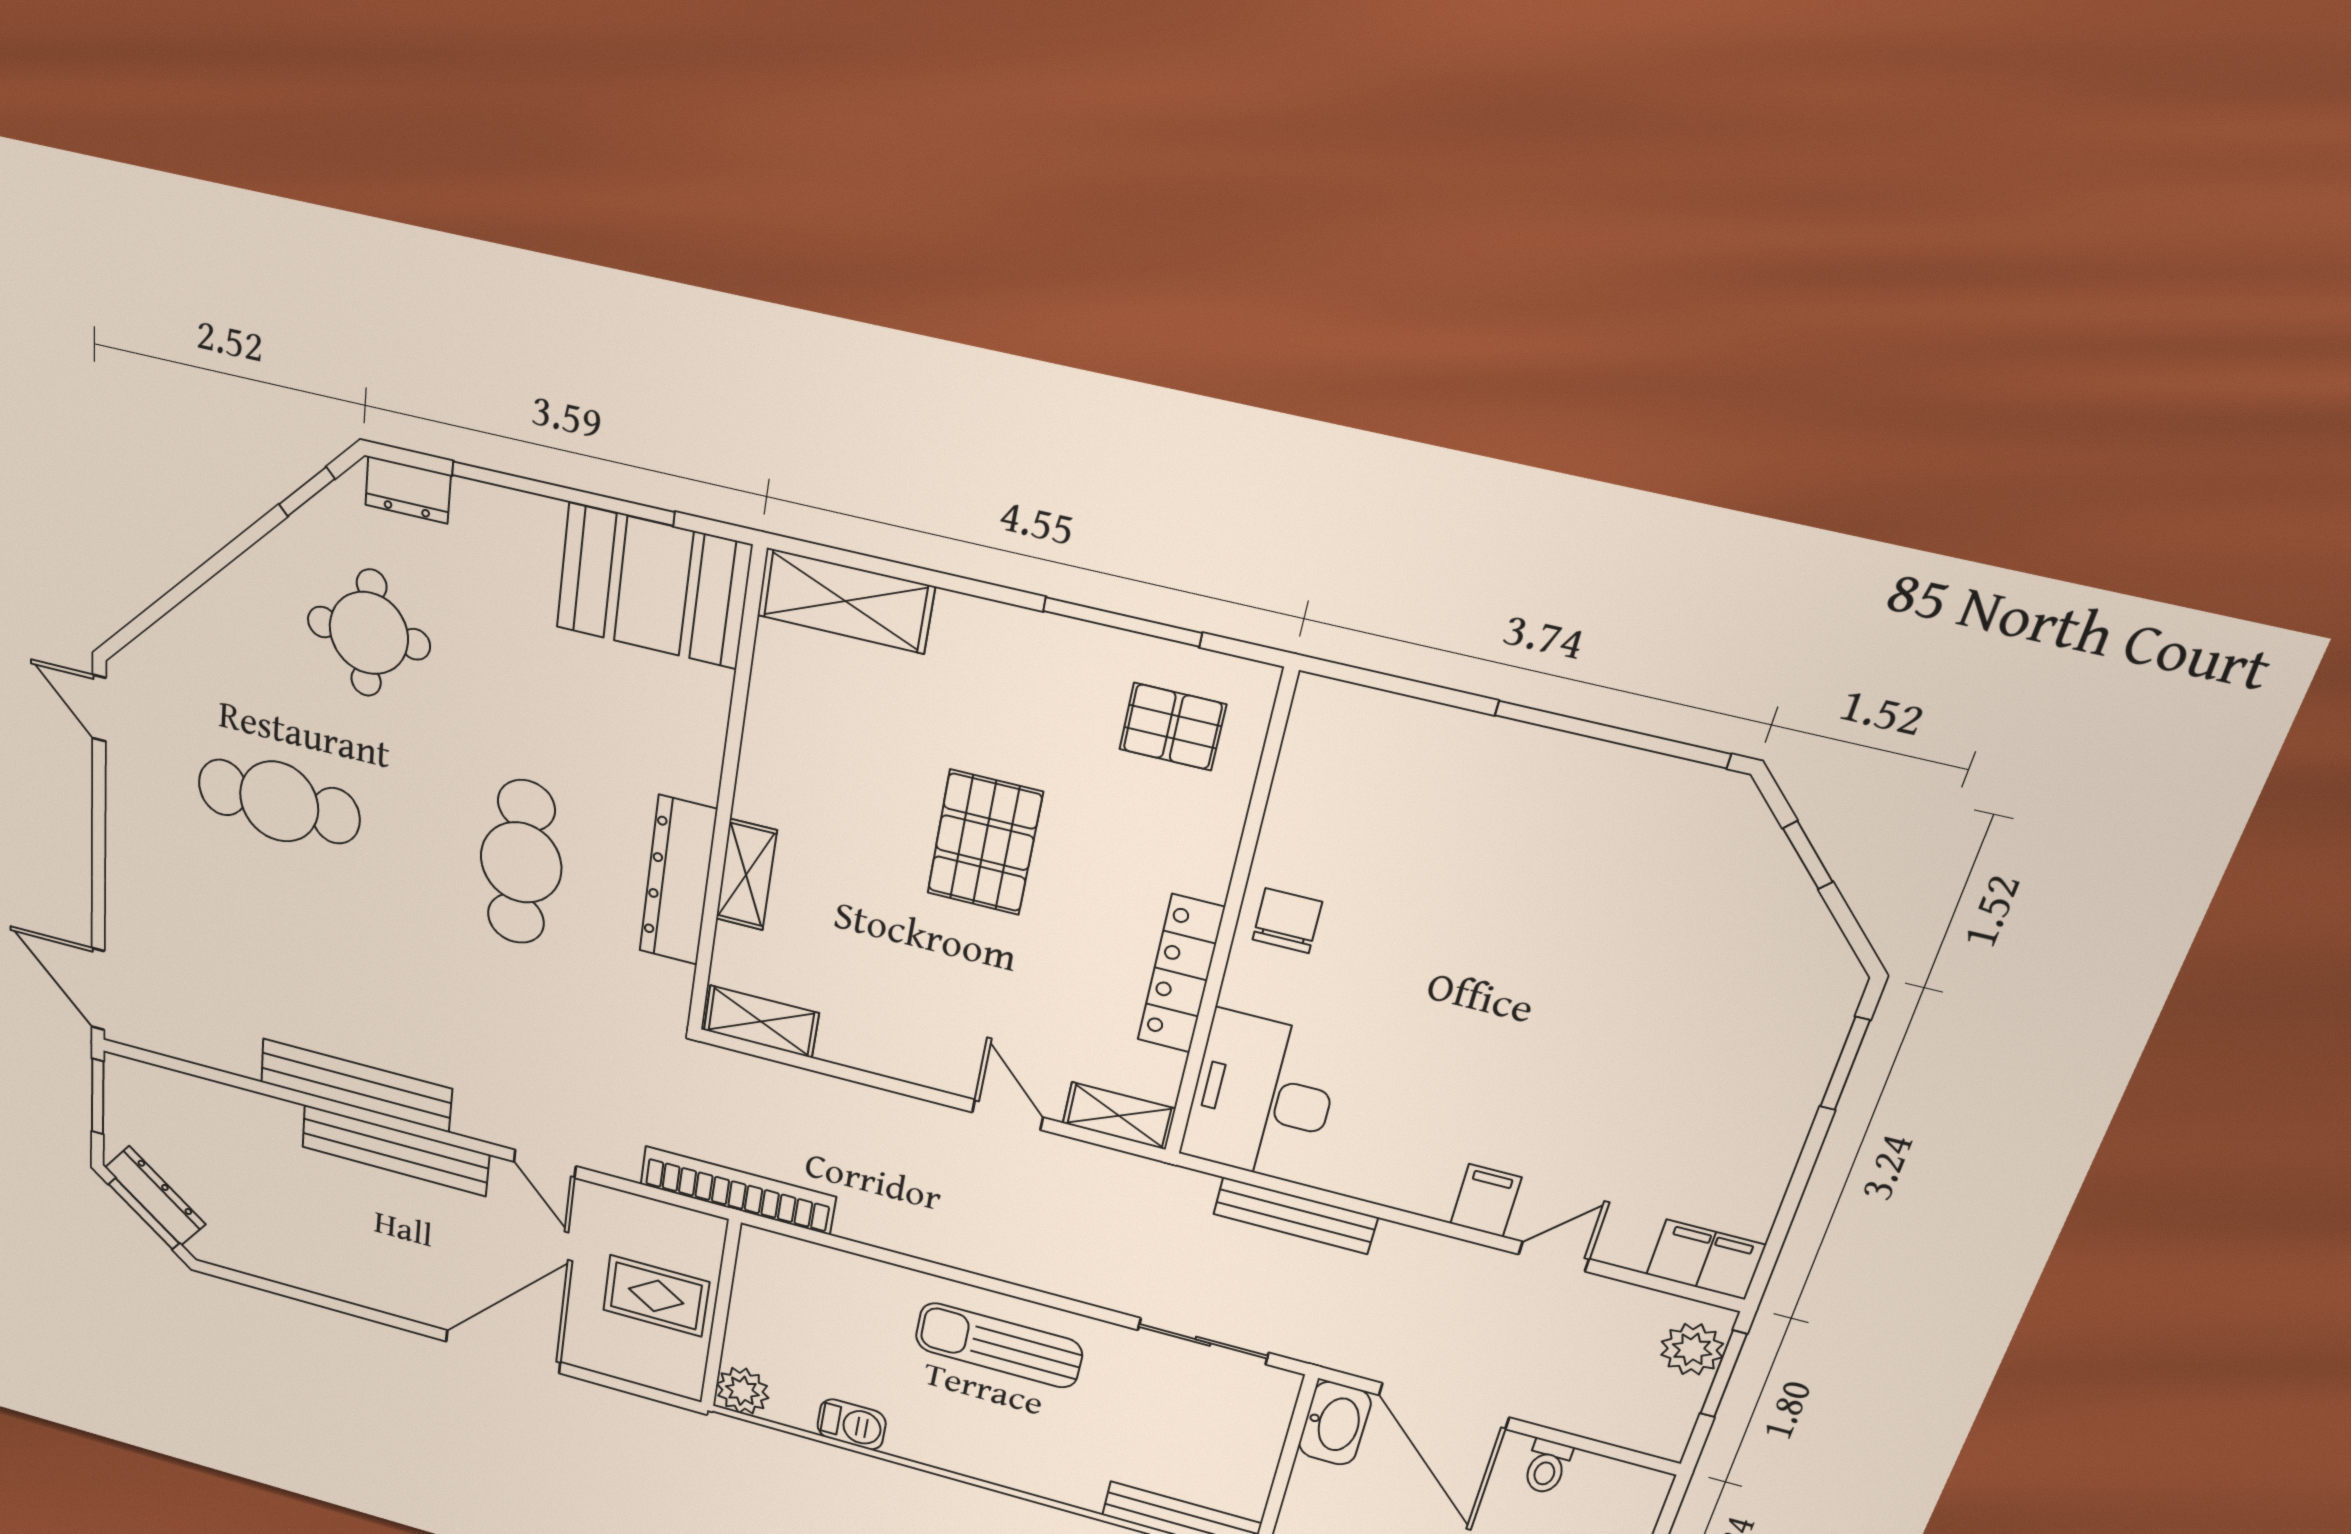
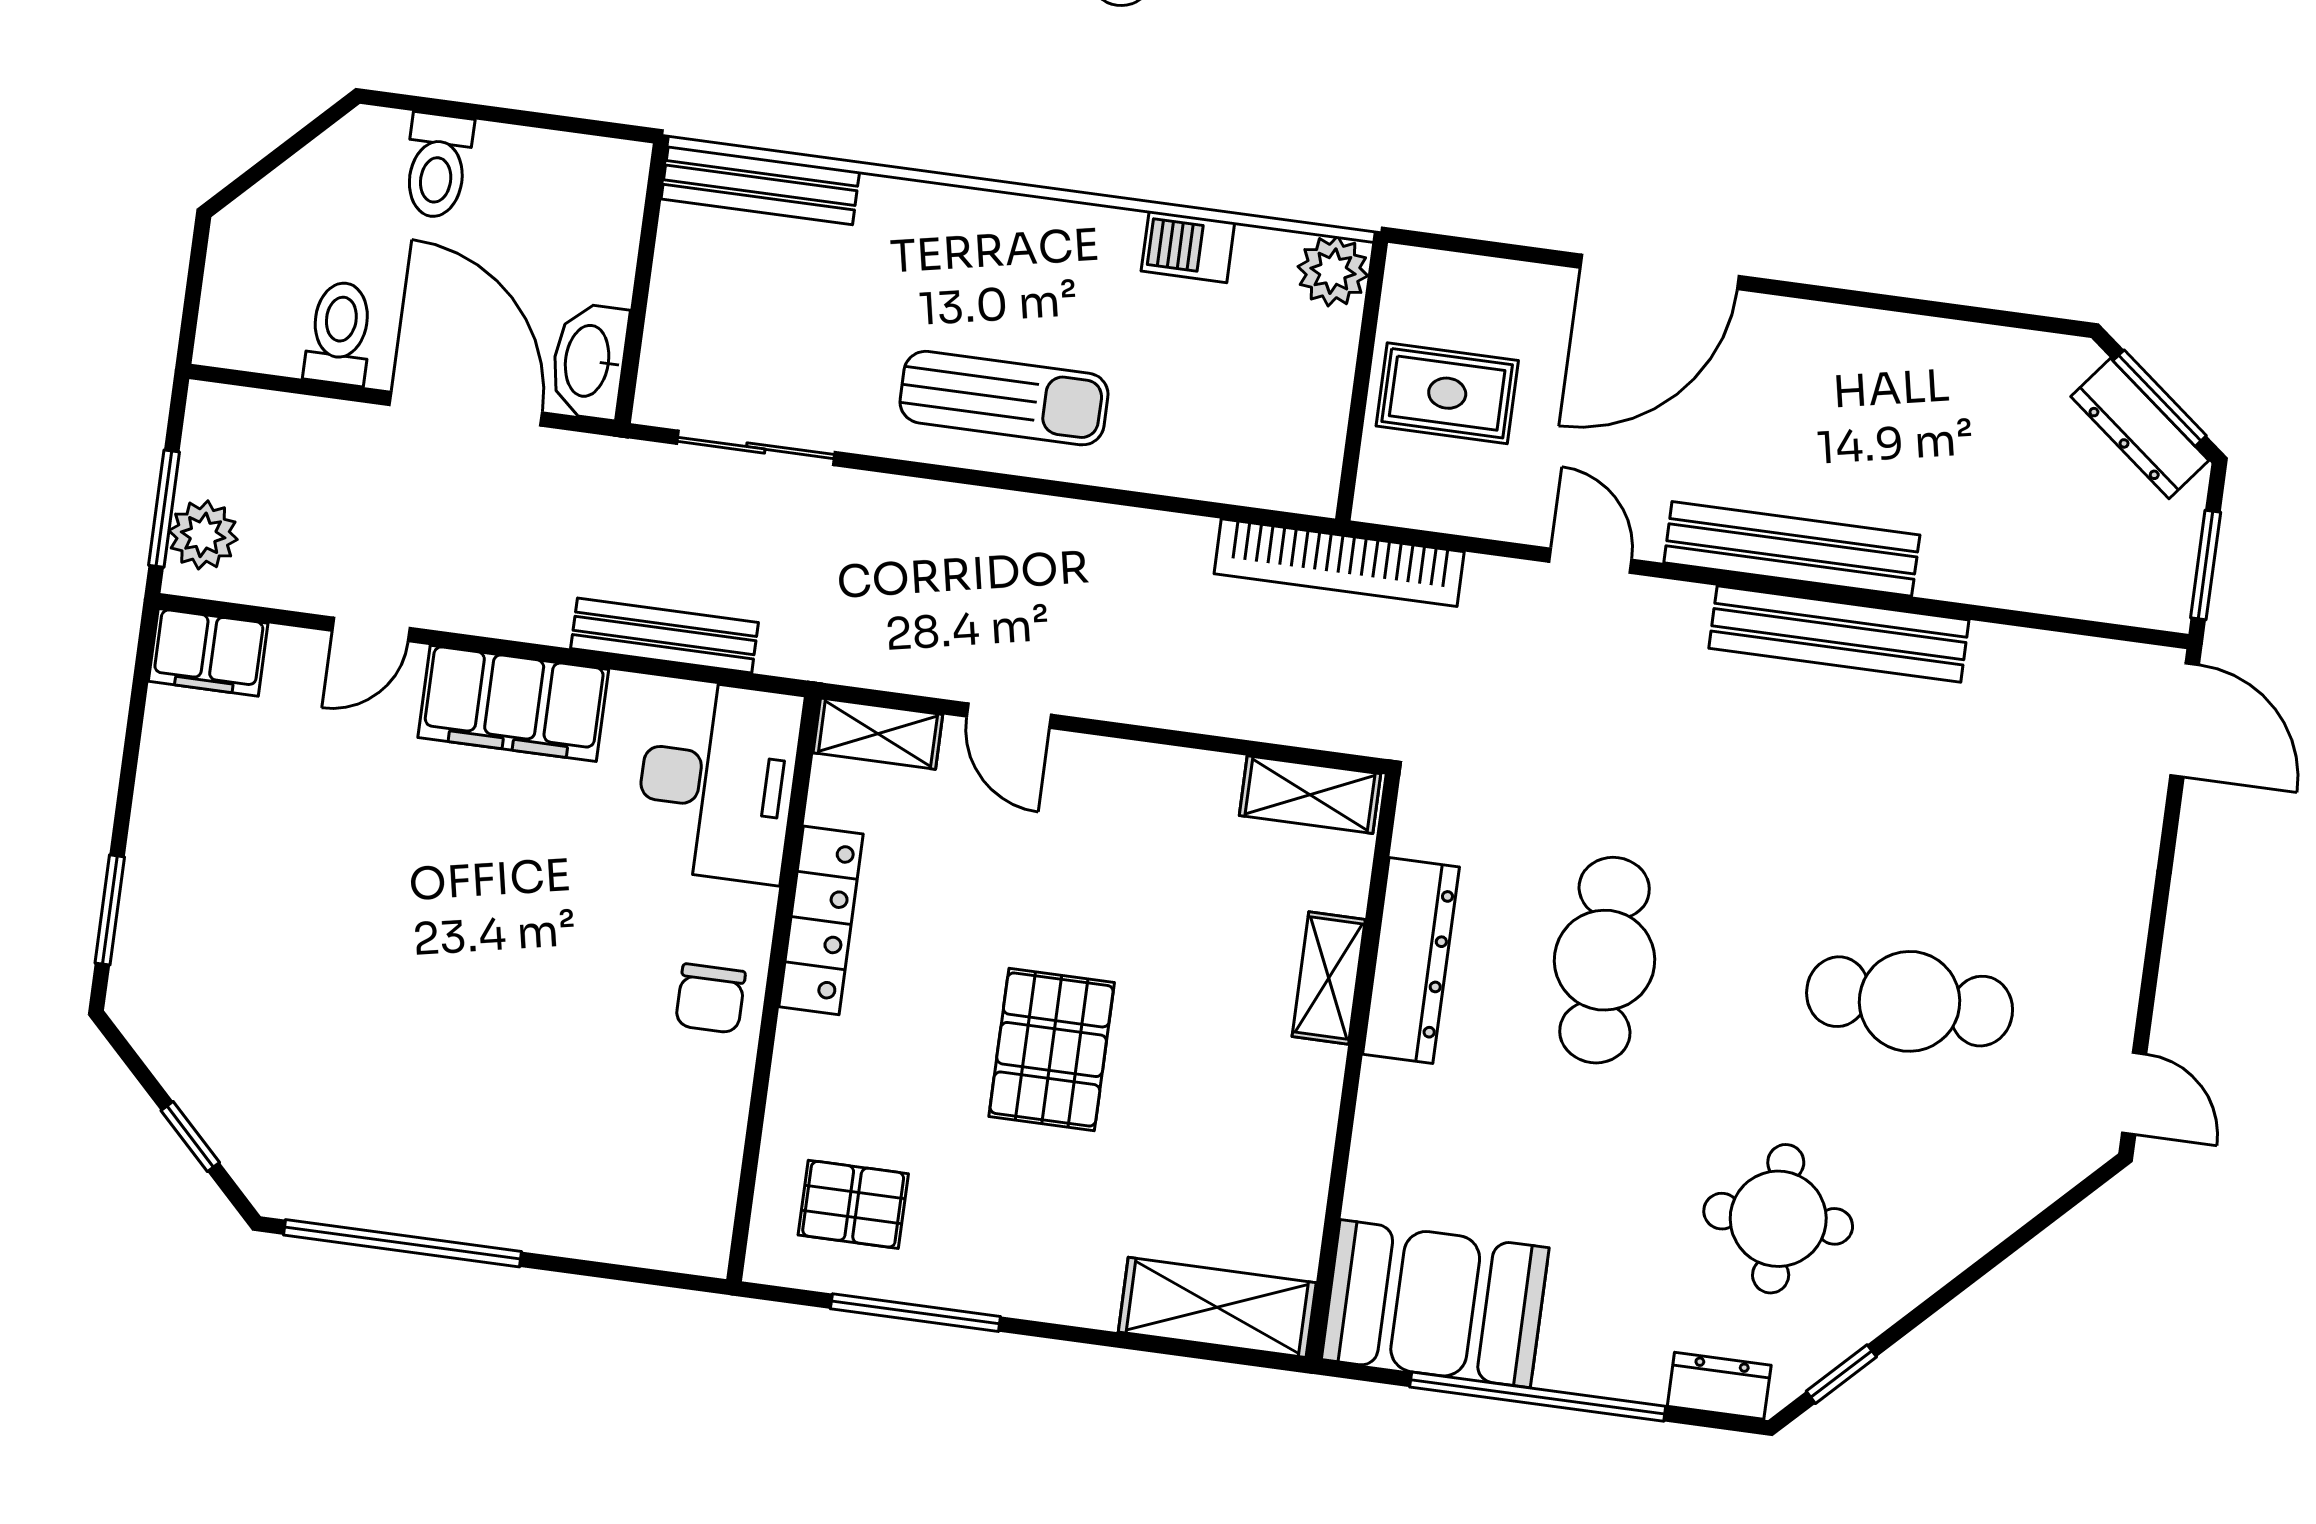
filing cabinet: (1486, 1201) -> (513, 703), width x3.00, depth x1.17
toilet: (1547, 1467) -> (339, 333), width x1.37, depth x1.39

